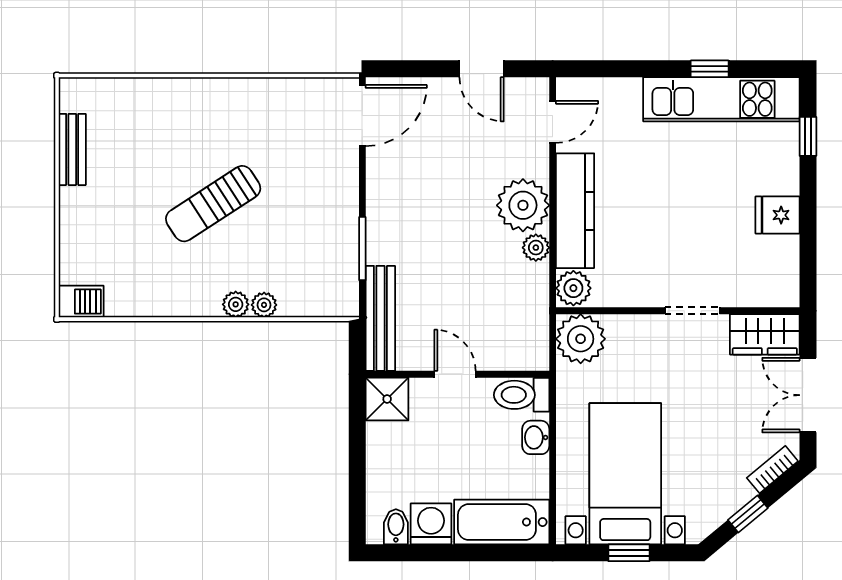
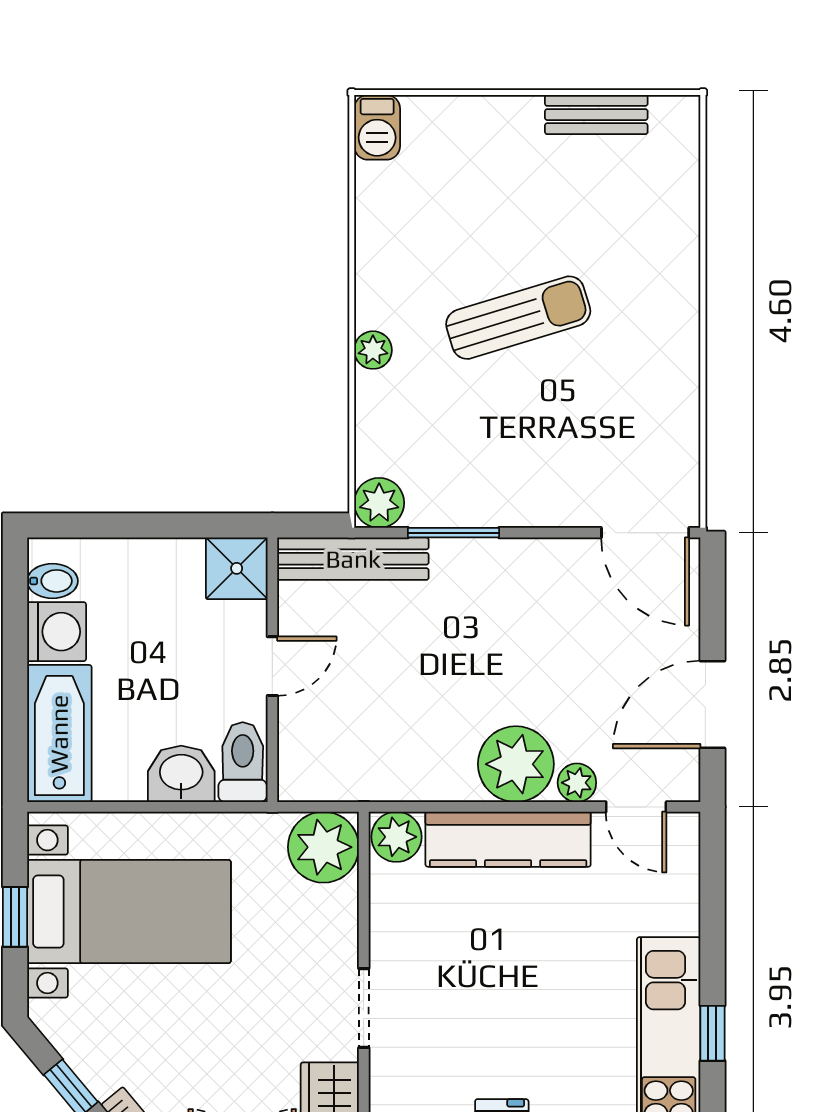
door: (482, 69) -> (712, 704), width x1.37
sun lounger: (213, 204) -> (518, 318), turned 106
plant: (536, 248) -> (577, 783), moved
plant: (264, 305) -> (379, 503), moved, width x1.38, depth x1.38
washbasin: (536, 437) -> (181, 774), width x1.38, depth x1.45

